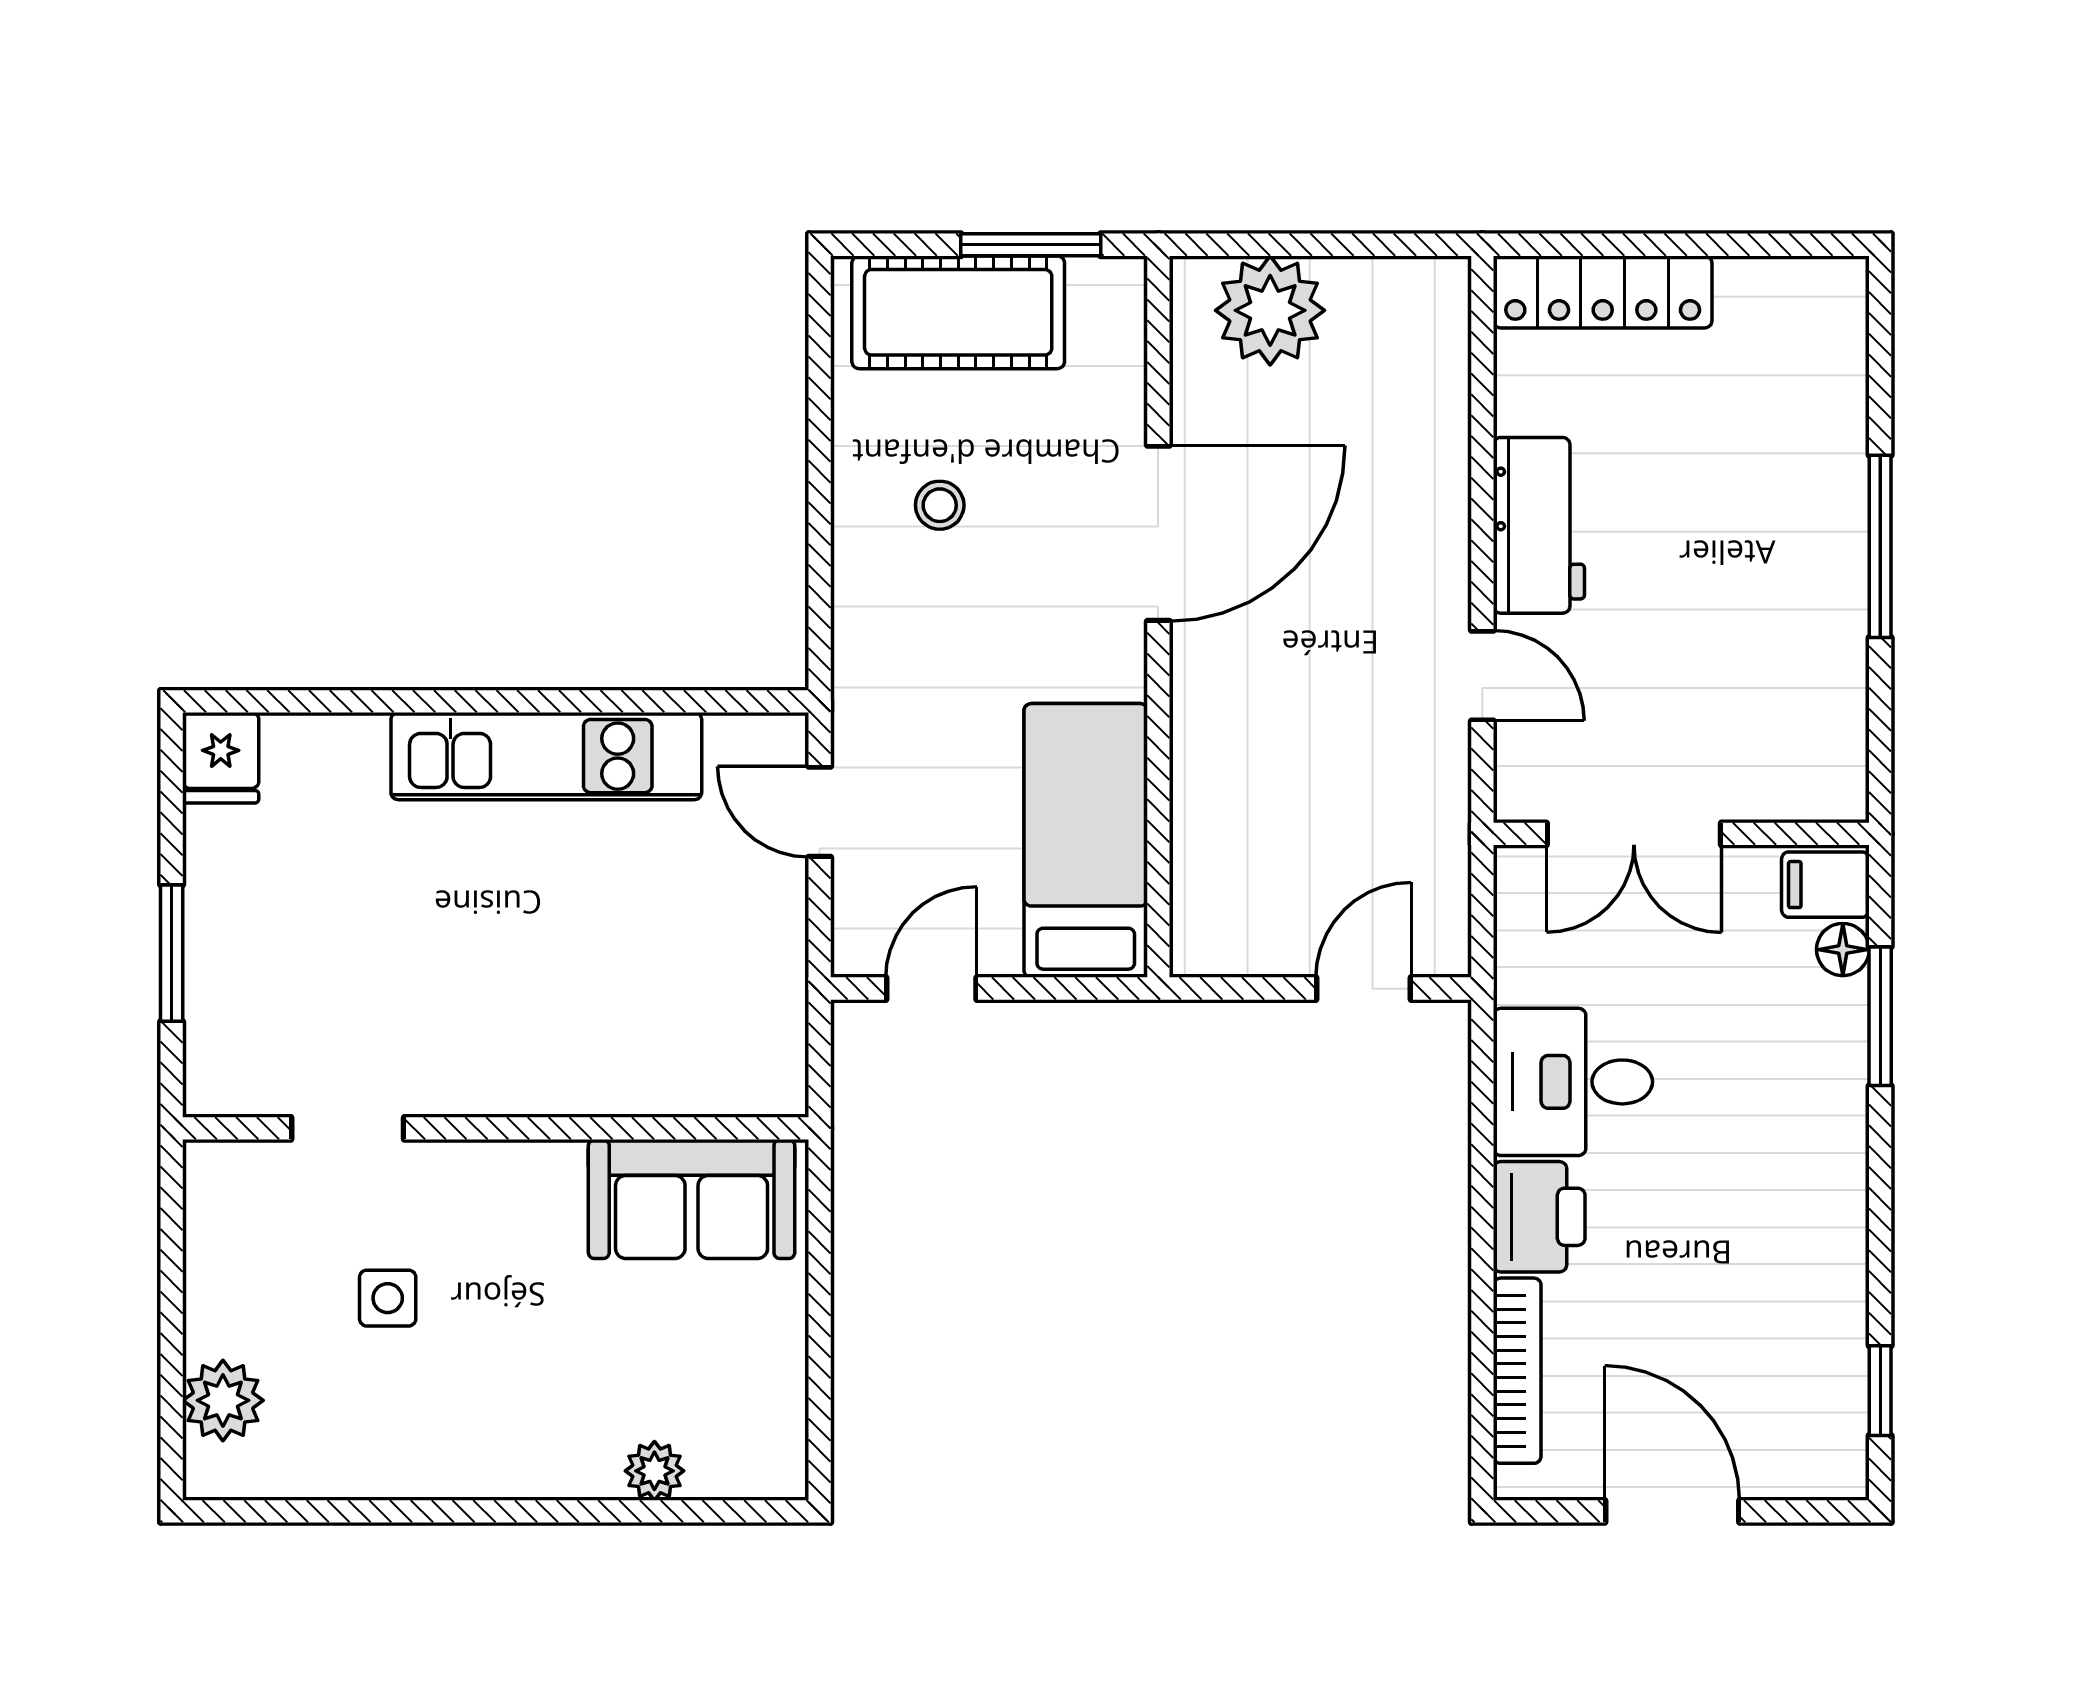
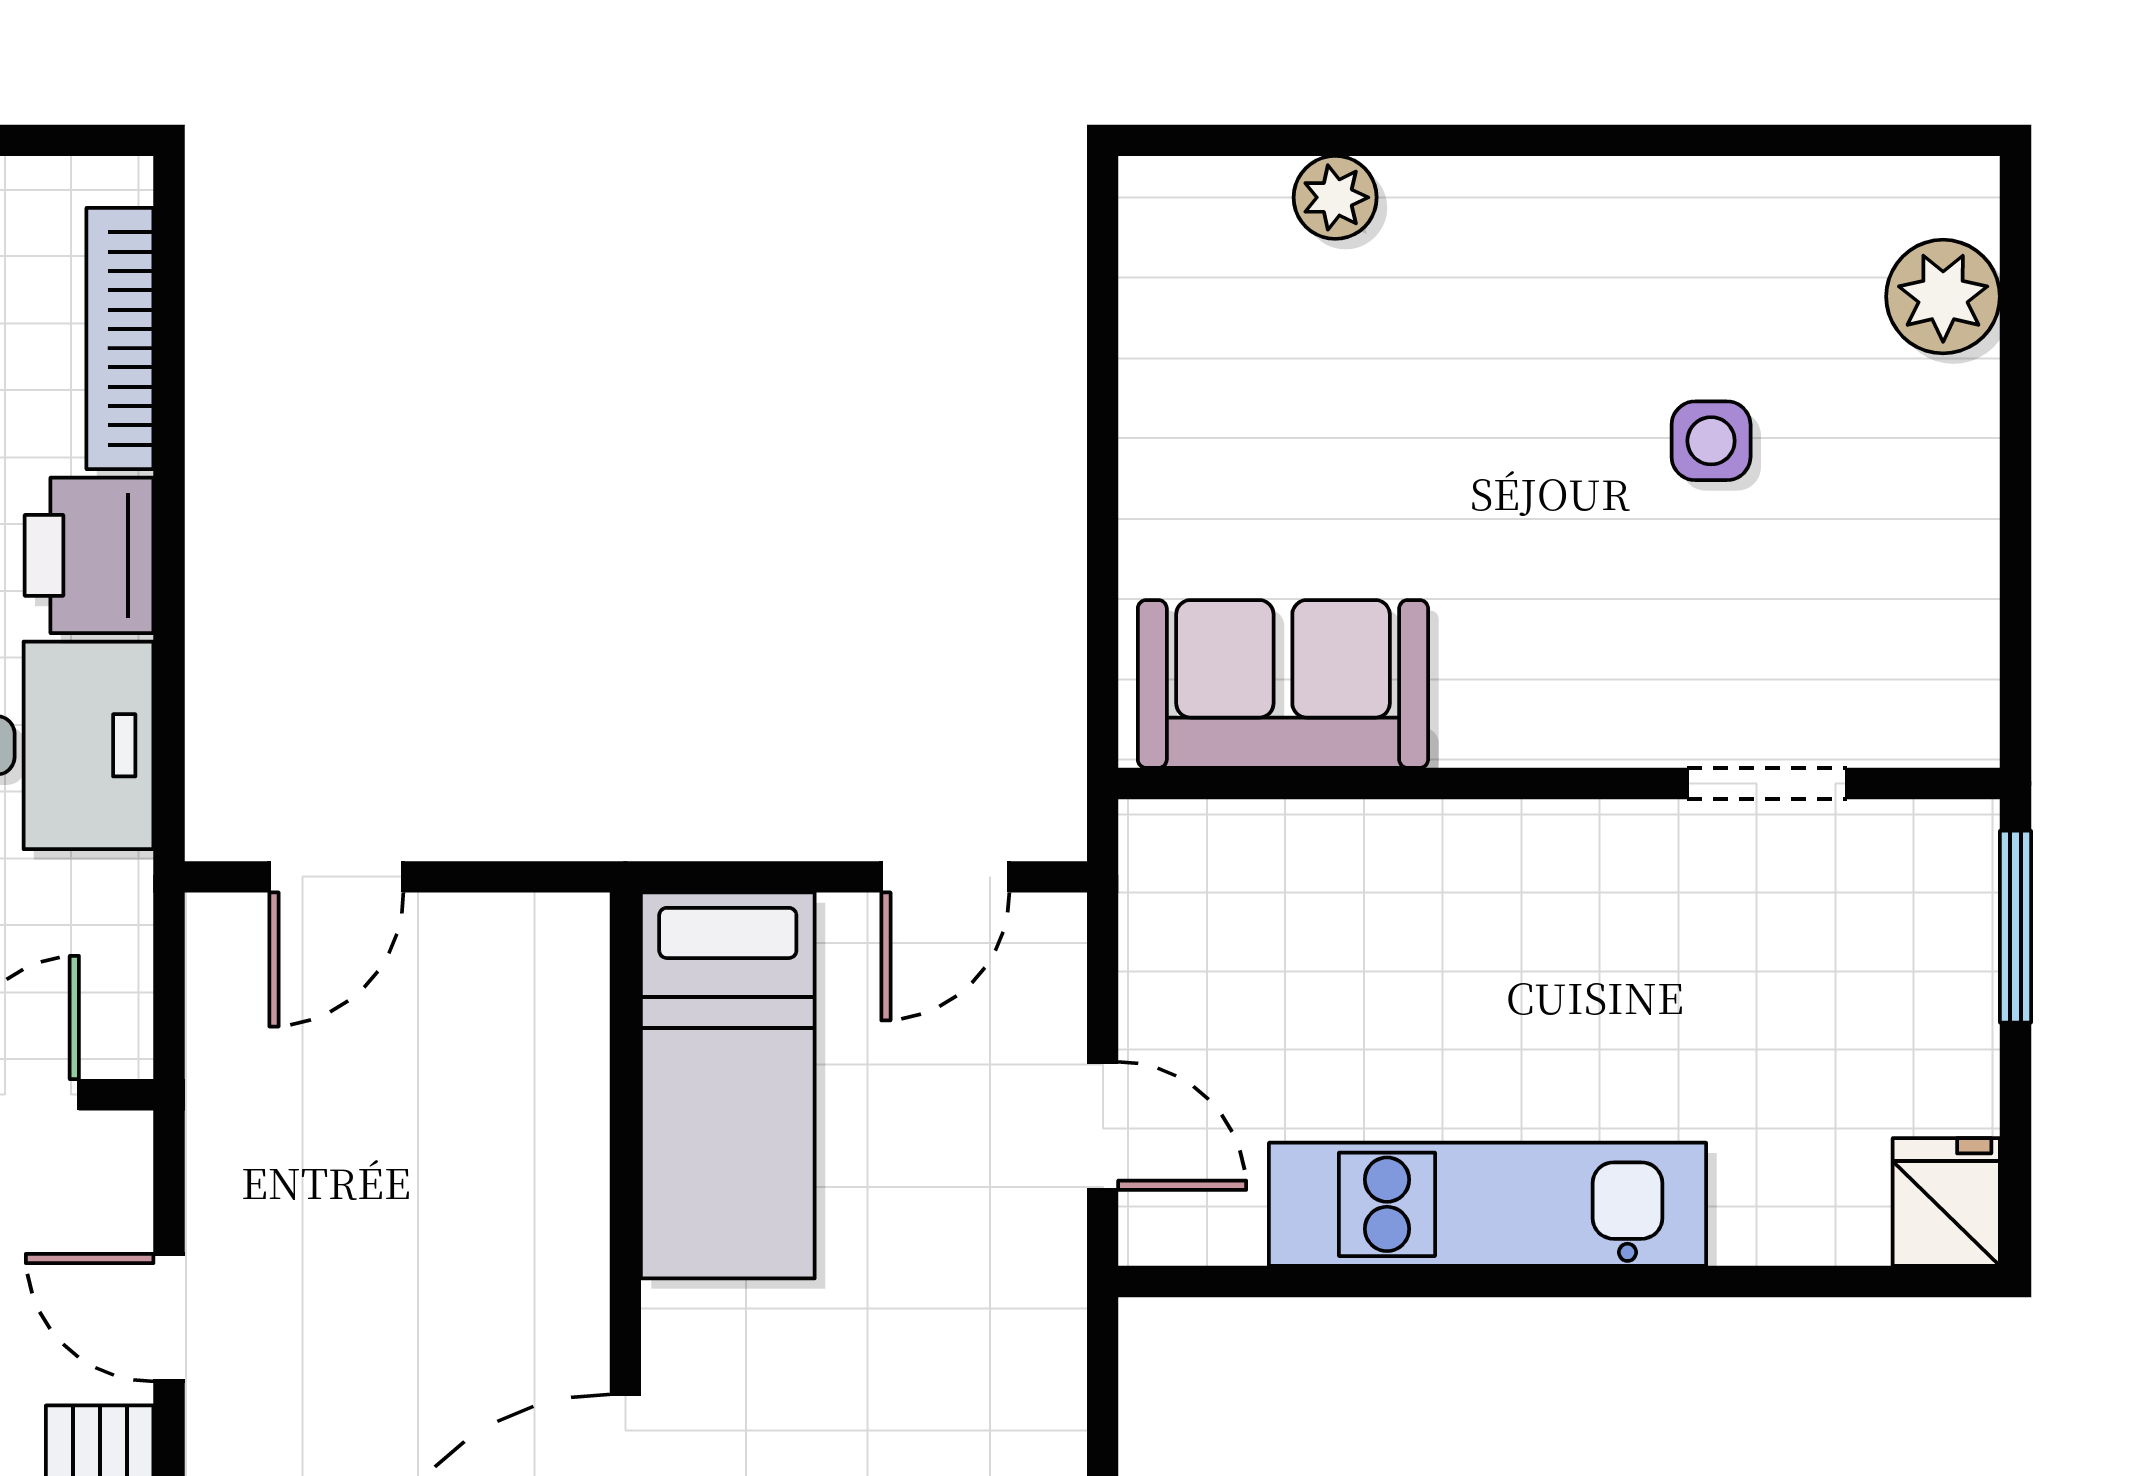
doorway: (348, 1128) -> (1767, 784), moved
wall: (496, 1128) -> (1559, 784), moved
sofa: (692, 1199) -> (1283, 684), moved

